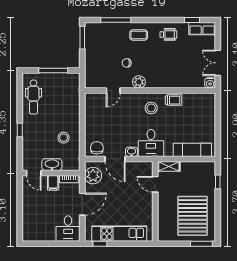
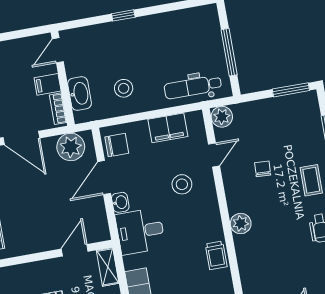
plant: (91, 82) -> (222, 117), added
plant: (139, 82) -> (241, 224), moved
door: (113, 91) -> (214, 155), swing flipped
dental chair: (34, 97) -> (193, 87), moved
stool: (151, 108) -> (182, 184), moved
filing cabinet: (92, 115) -> (168, 128), added
washbasin: (52, 165) -> (80, 94), moved

